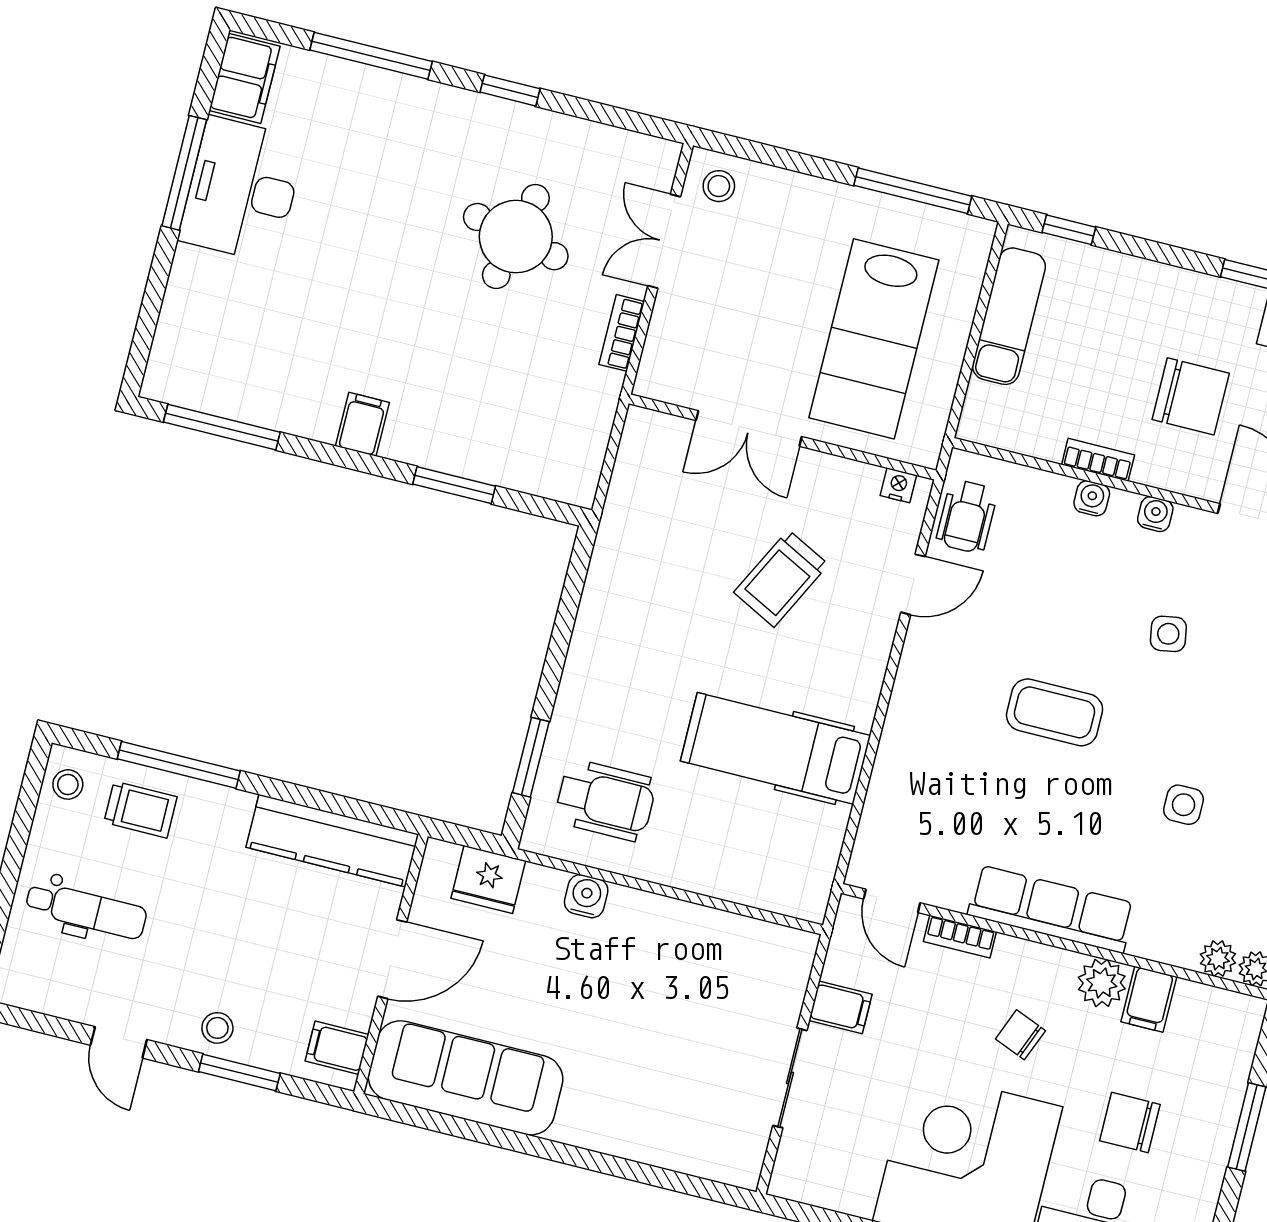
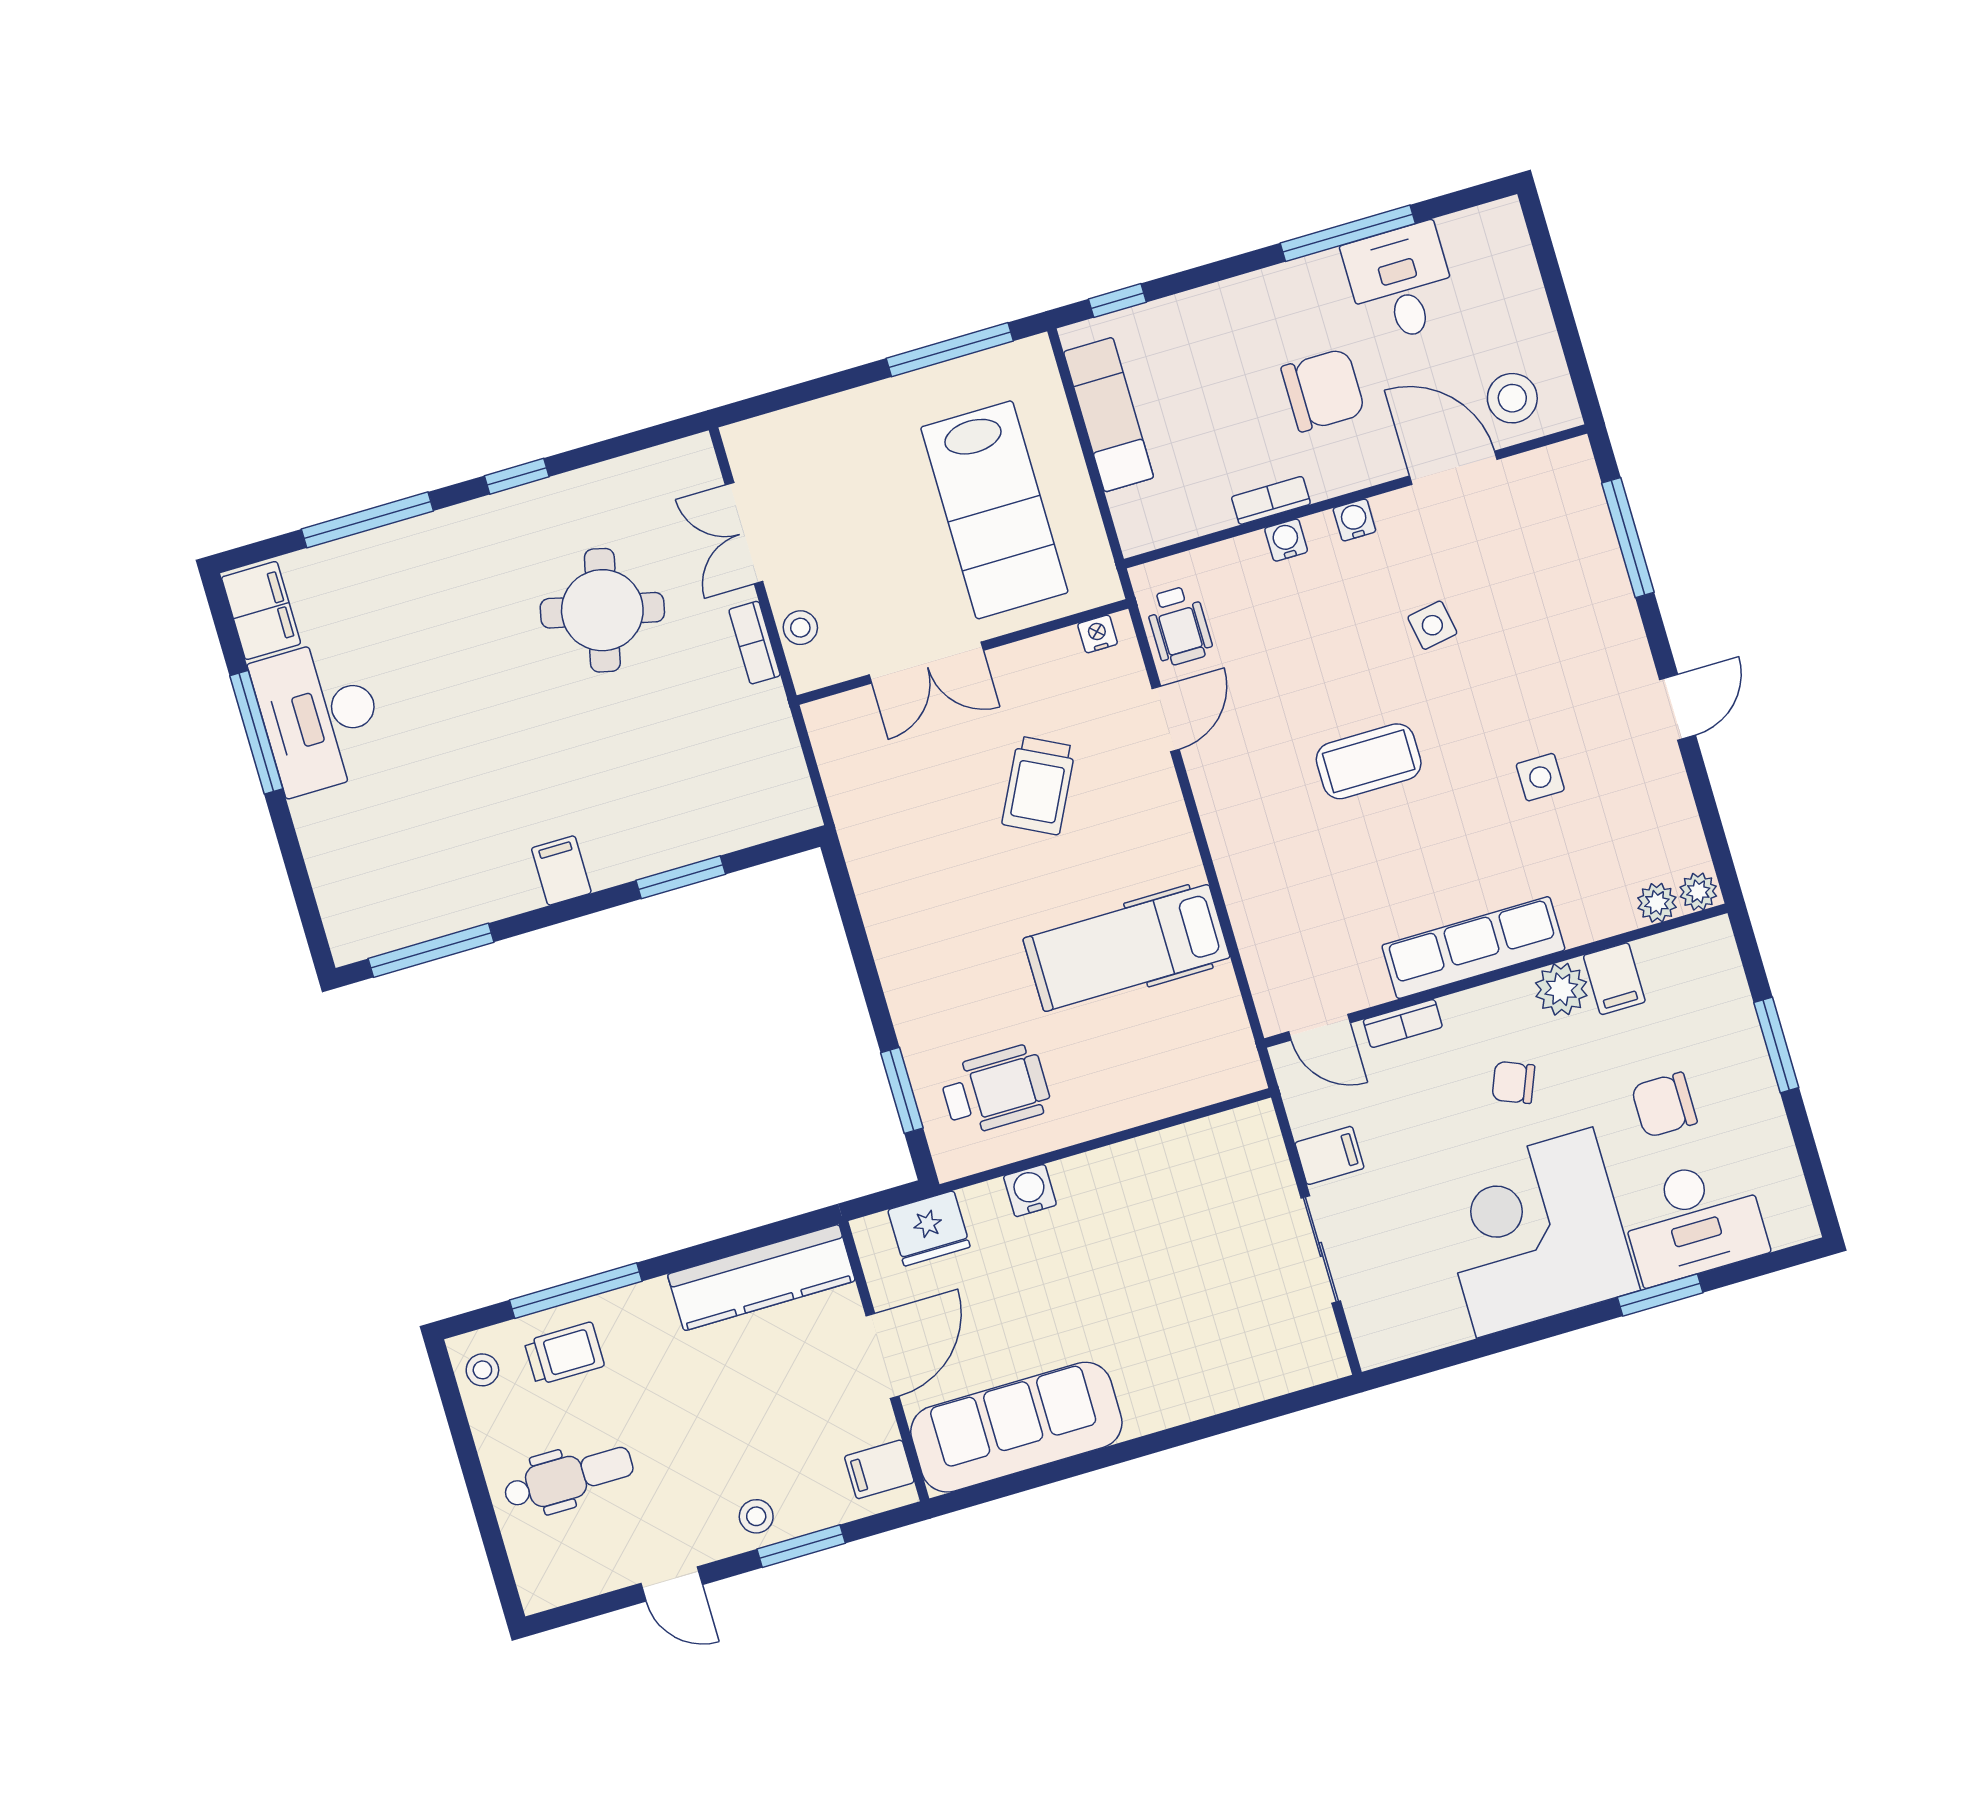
stool: (719, 186) -> (800, 628), moved

